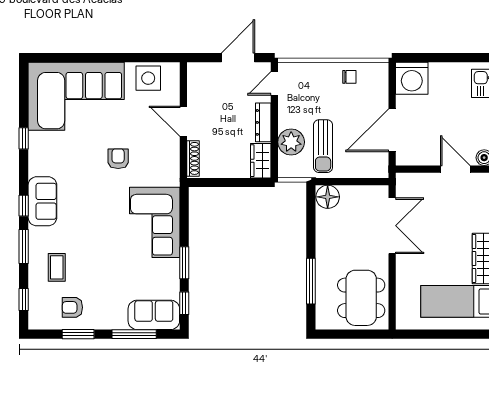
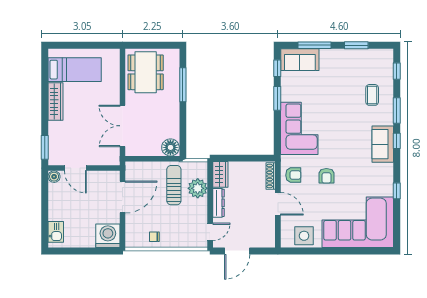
armchair: (72, 307) -> (293, 175), moved

